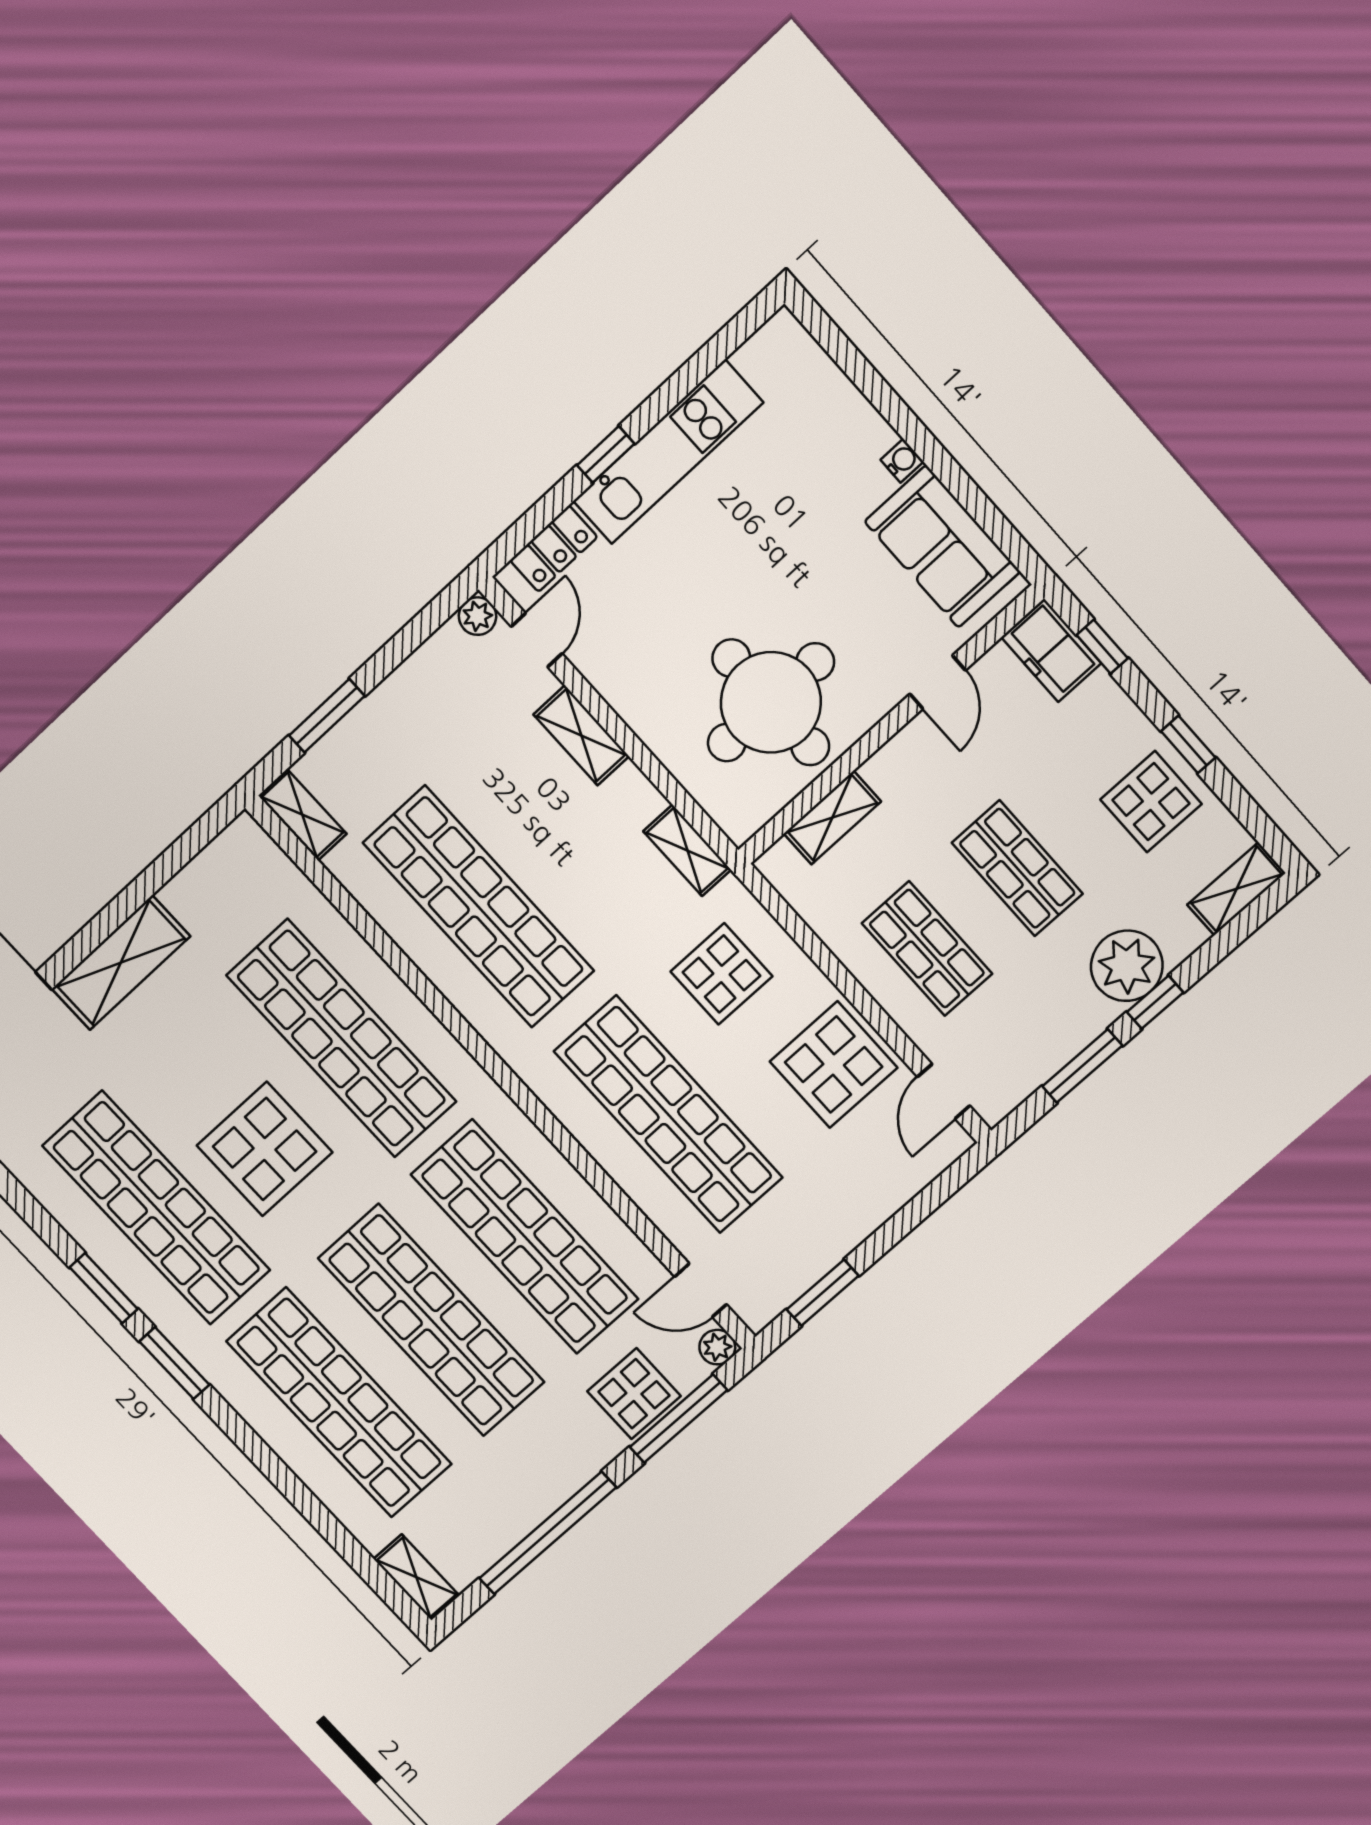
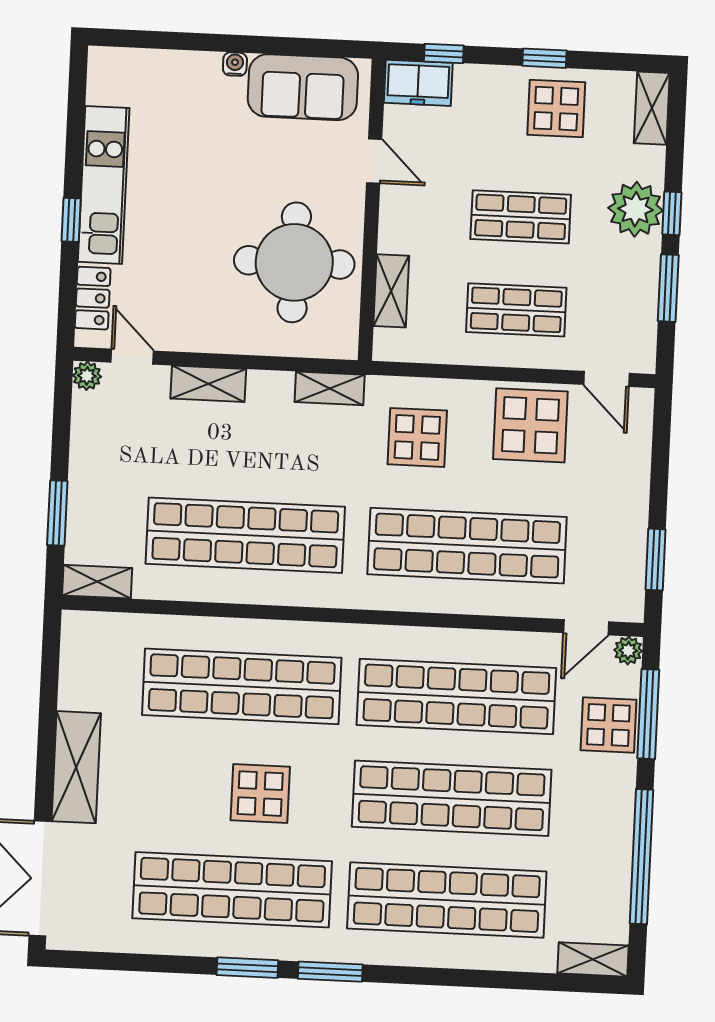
display table: (265, 1149) -> (260, 794), width x0.73, depth x0.73

